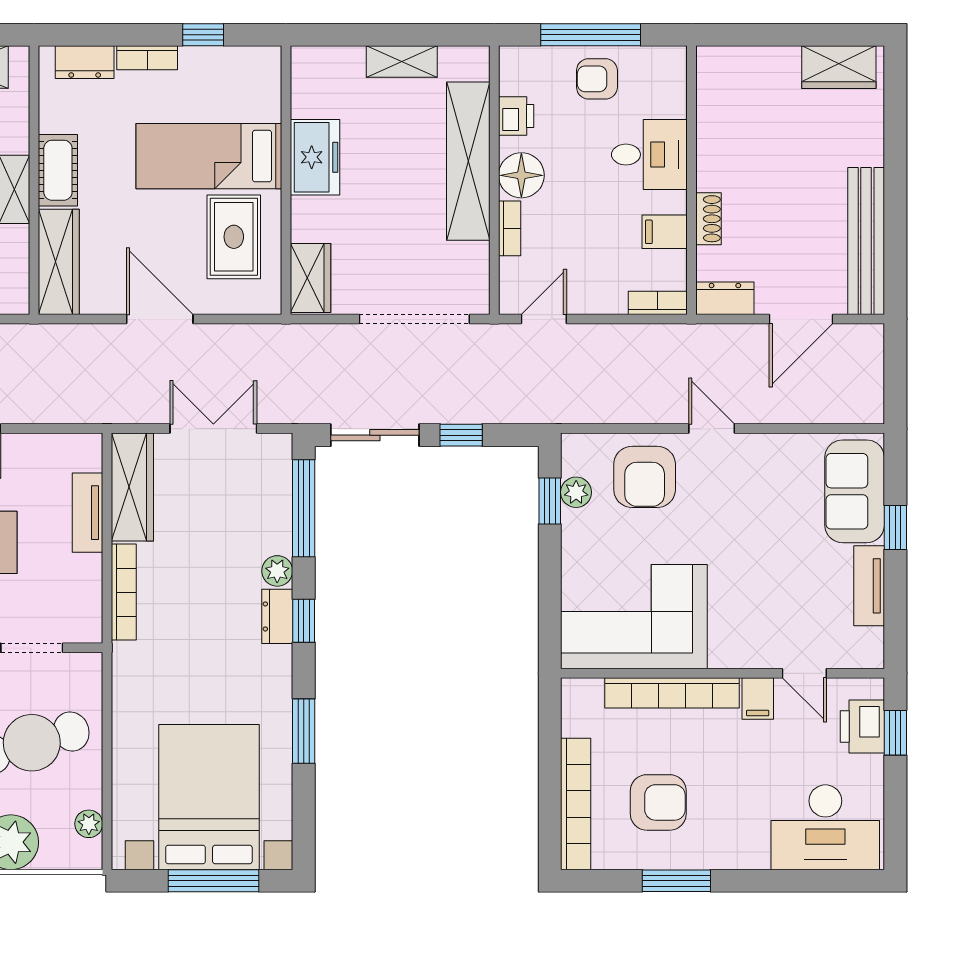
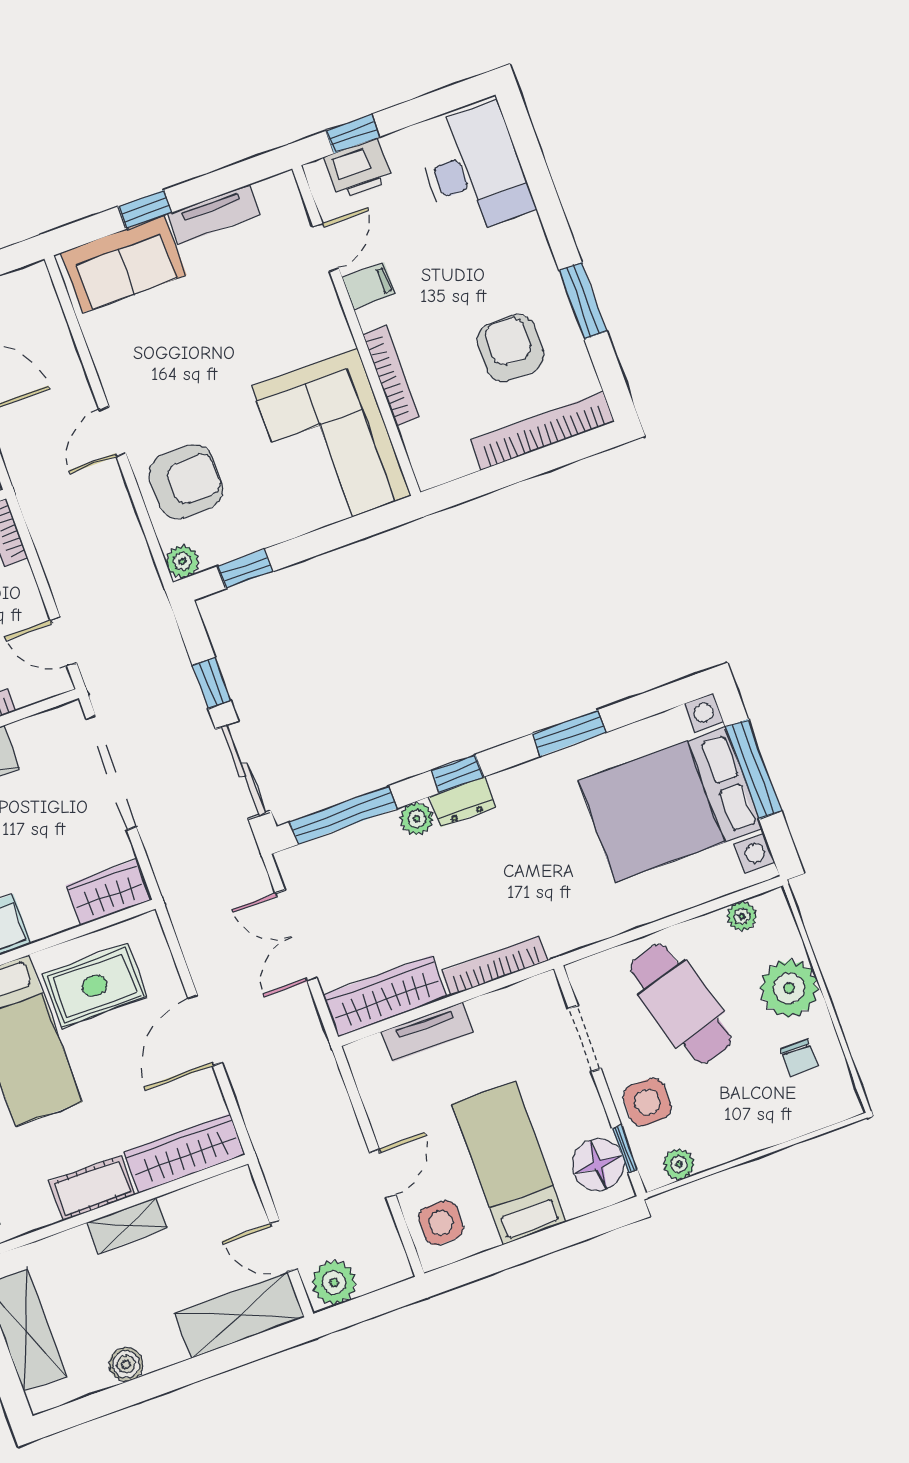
plant: (576, 492) -> (182, 562), moved
bookcase: (672, 693) -> (391, 376), width x0.68, depth x0.76

